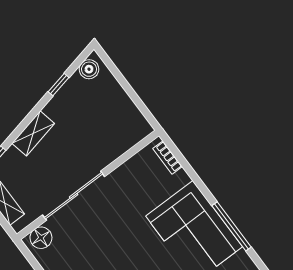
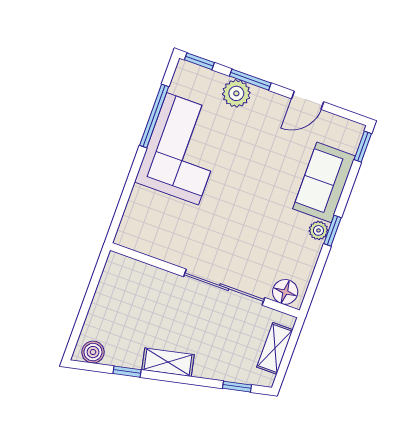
shelving: (33, 133) -> (168, 362), moved
bookcase: (168, 157) -> (128, 221), removed

